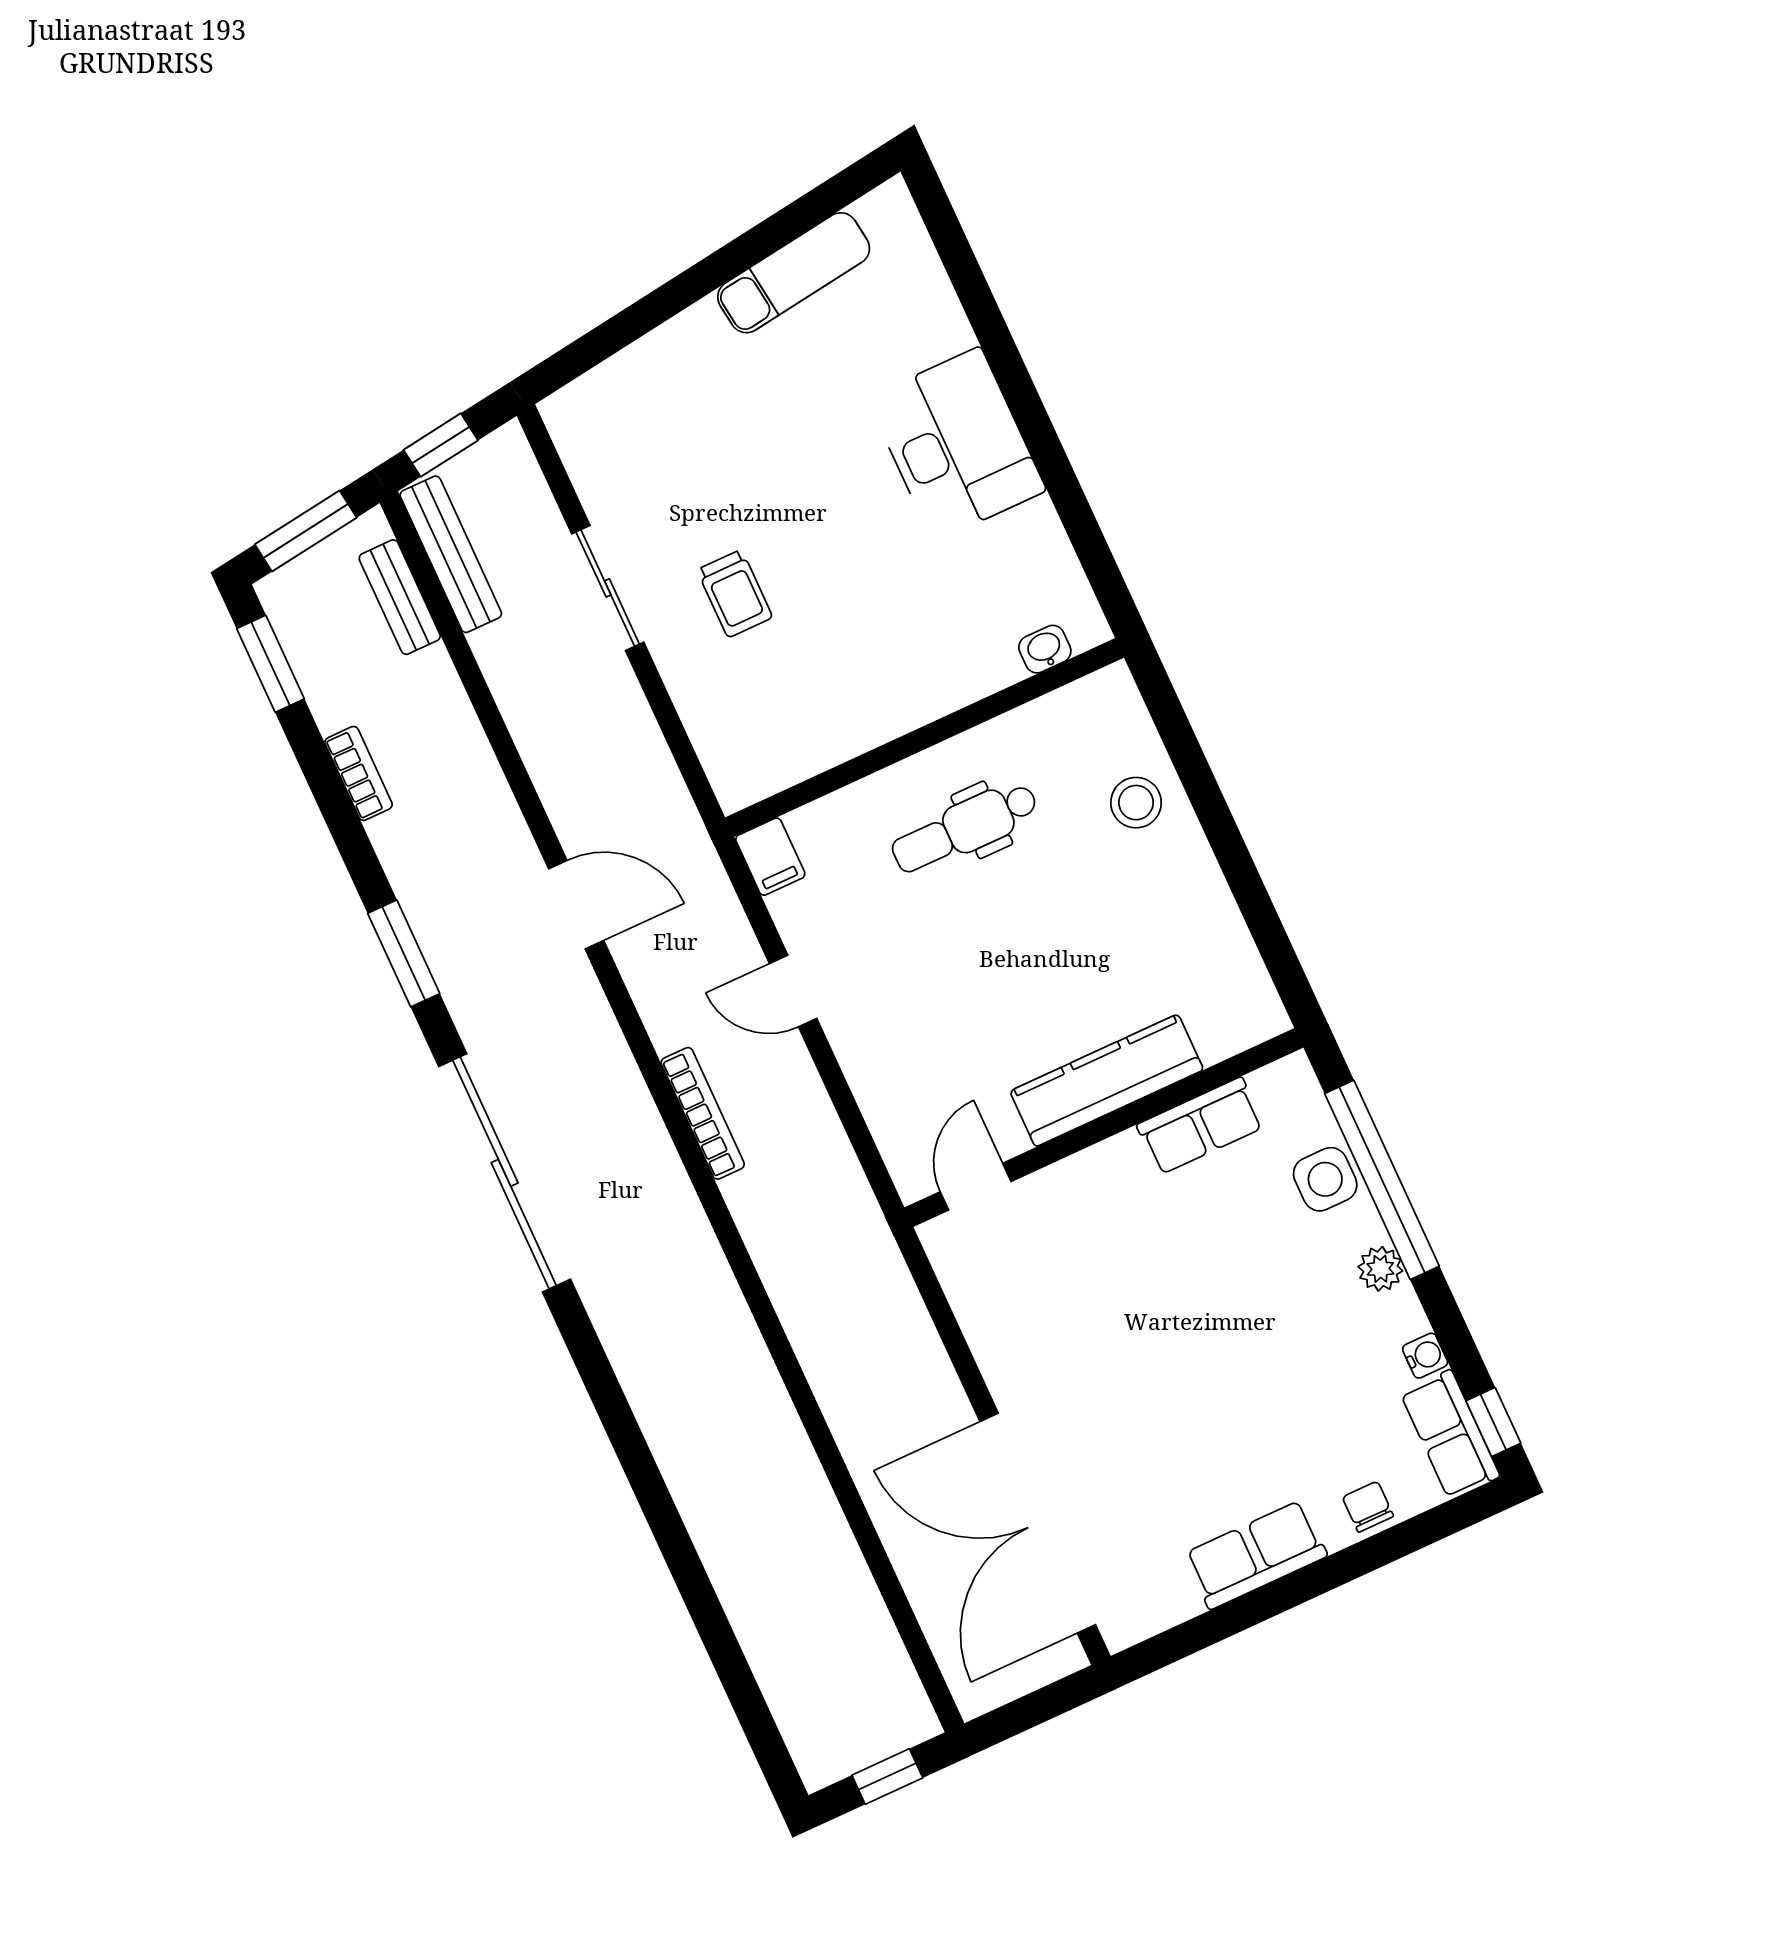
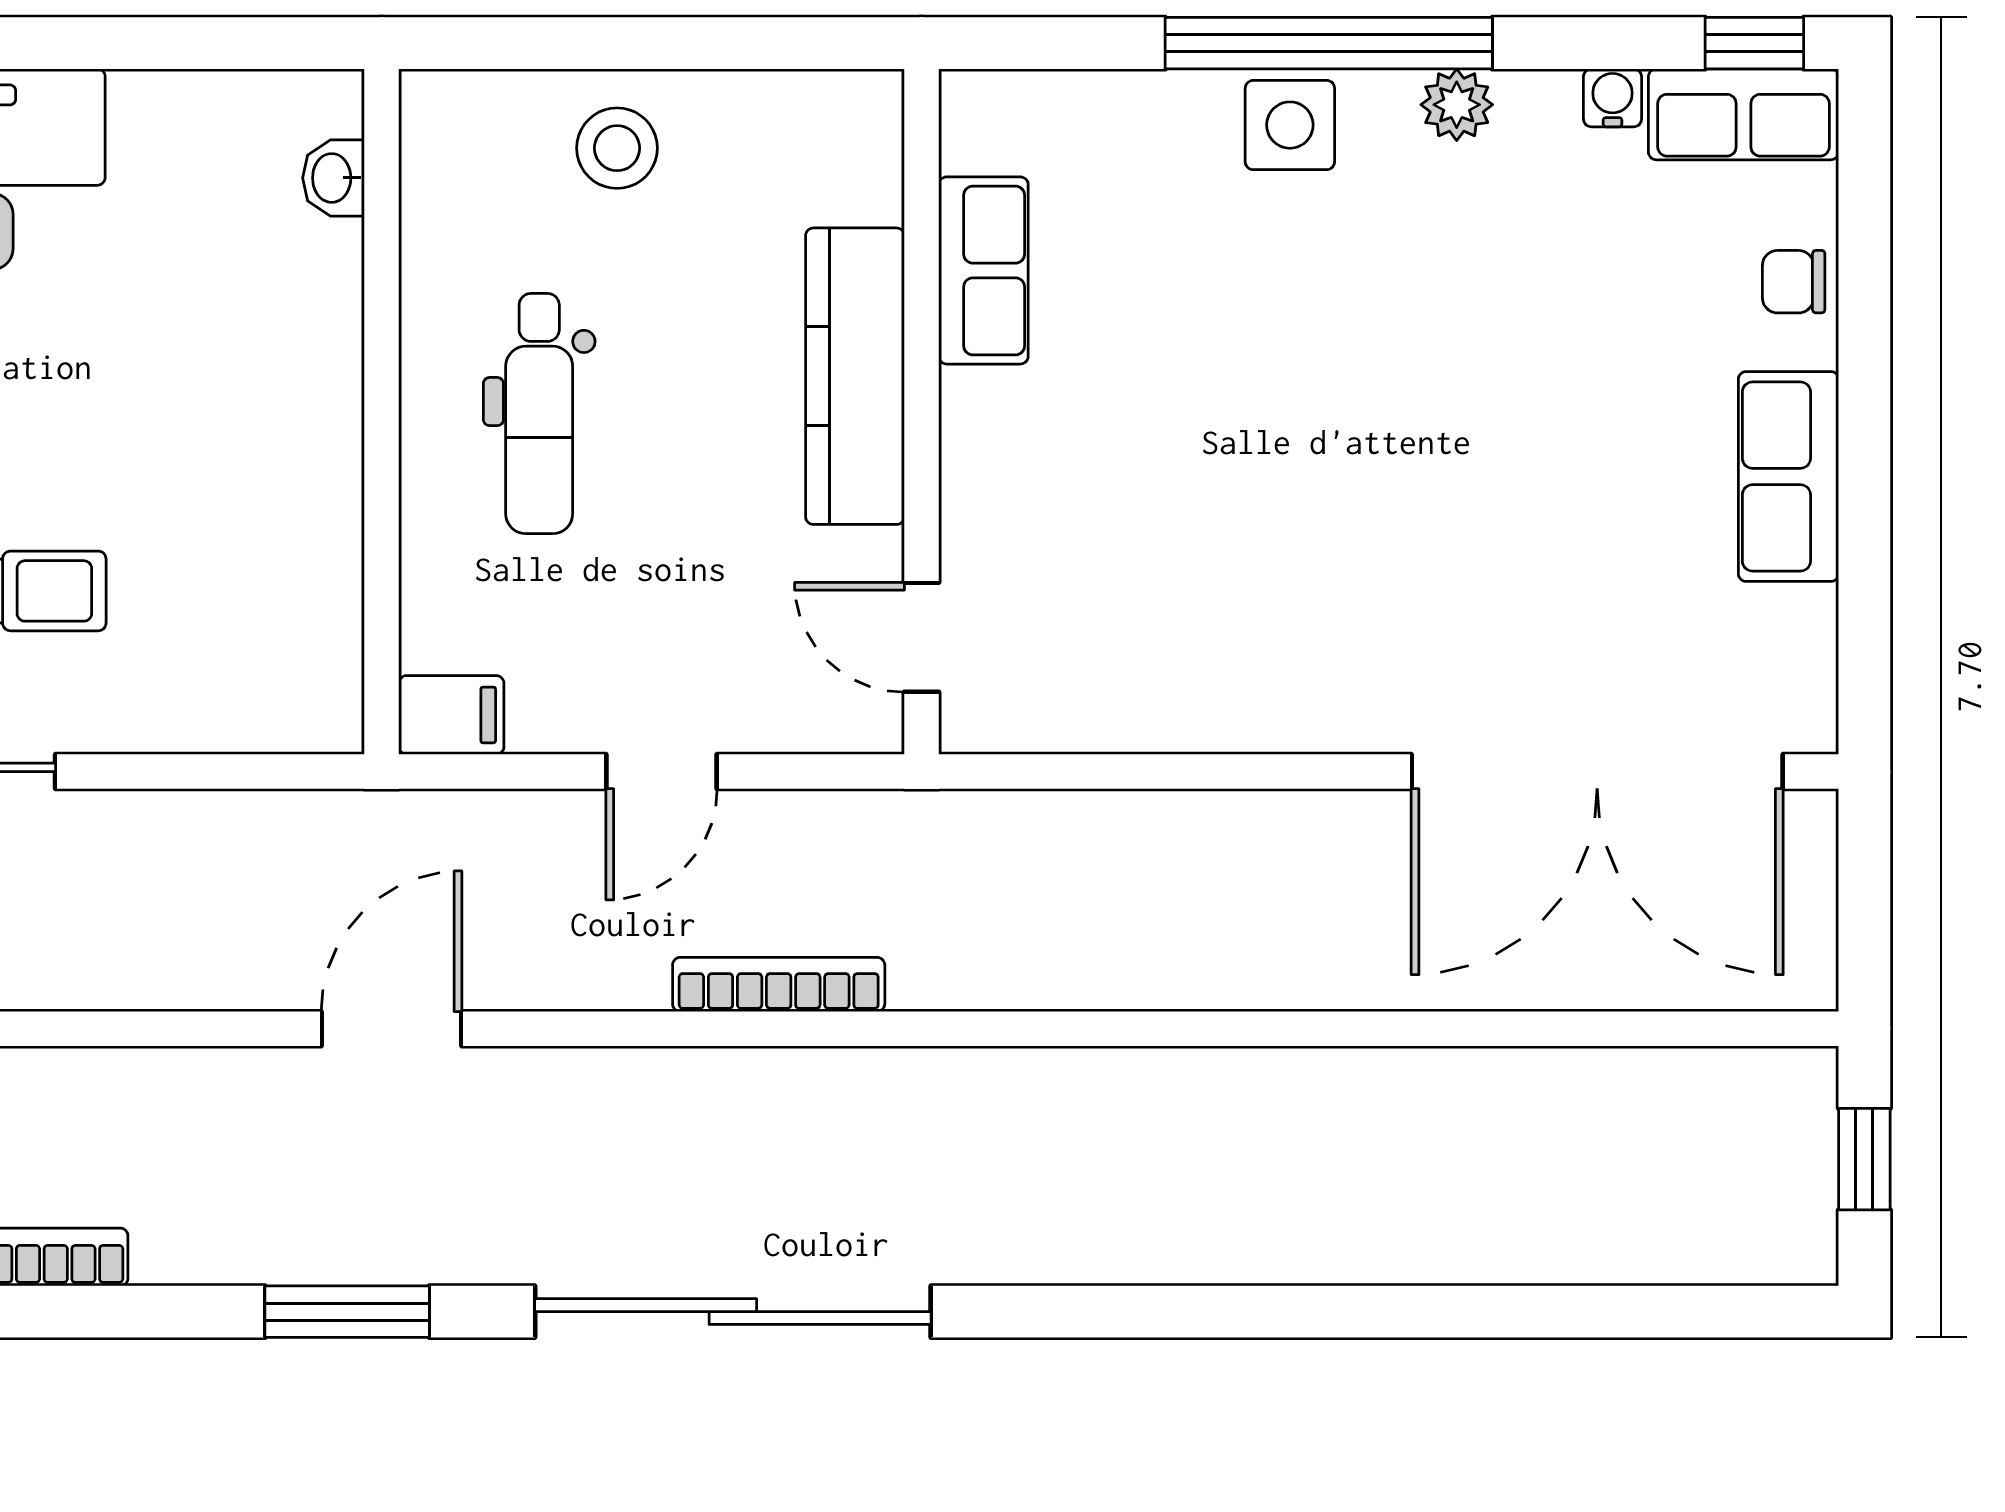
kitchen counter: (1107, 1080) -> (855, 376), moved
row of seats: (1200, 1126) -> (983, 270), moved
wall: (1104, 1128) -> (922, 412), moved
door: (976, 1187) -> (922, 637), moved

